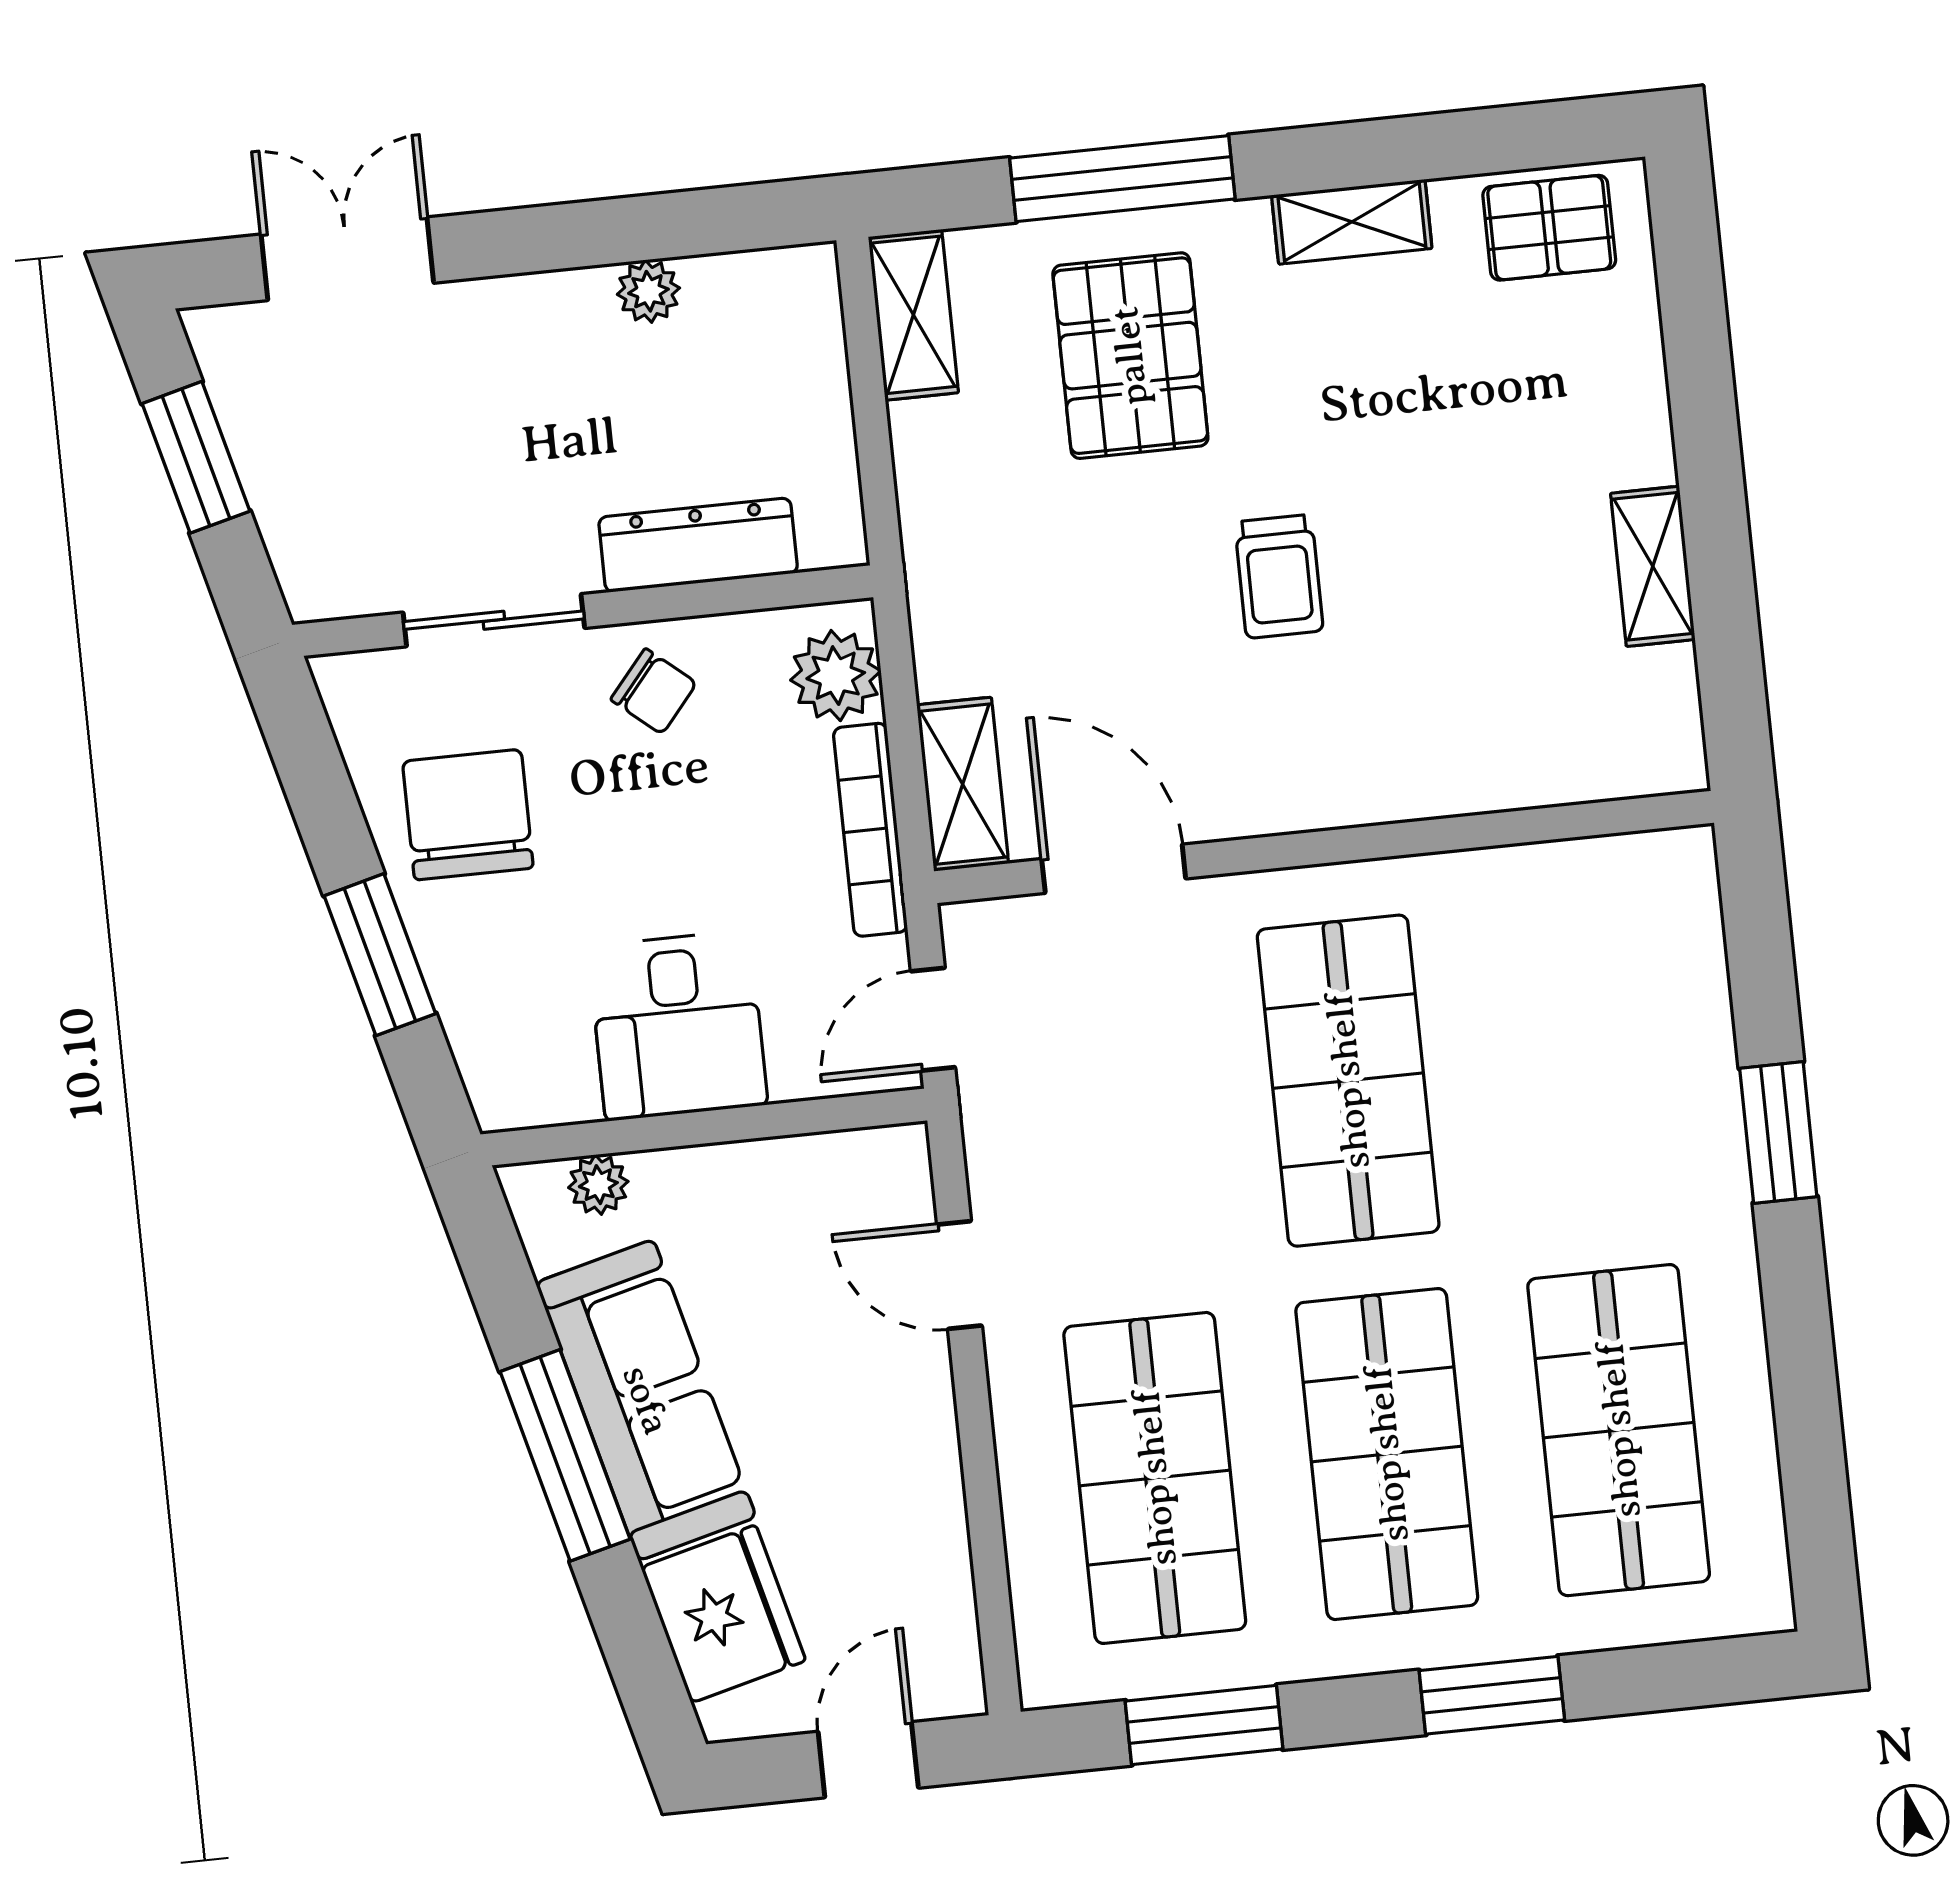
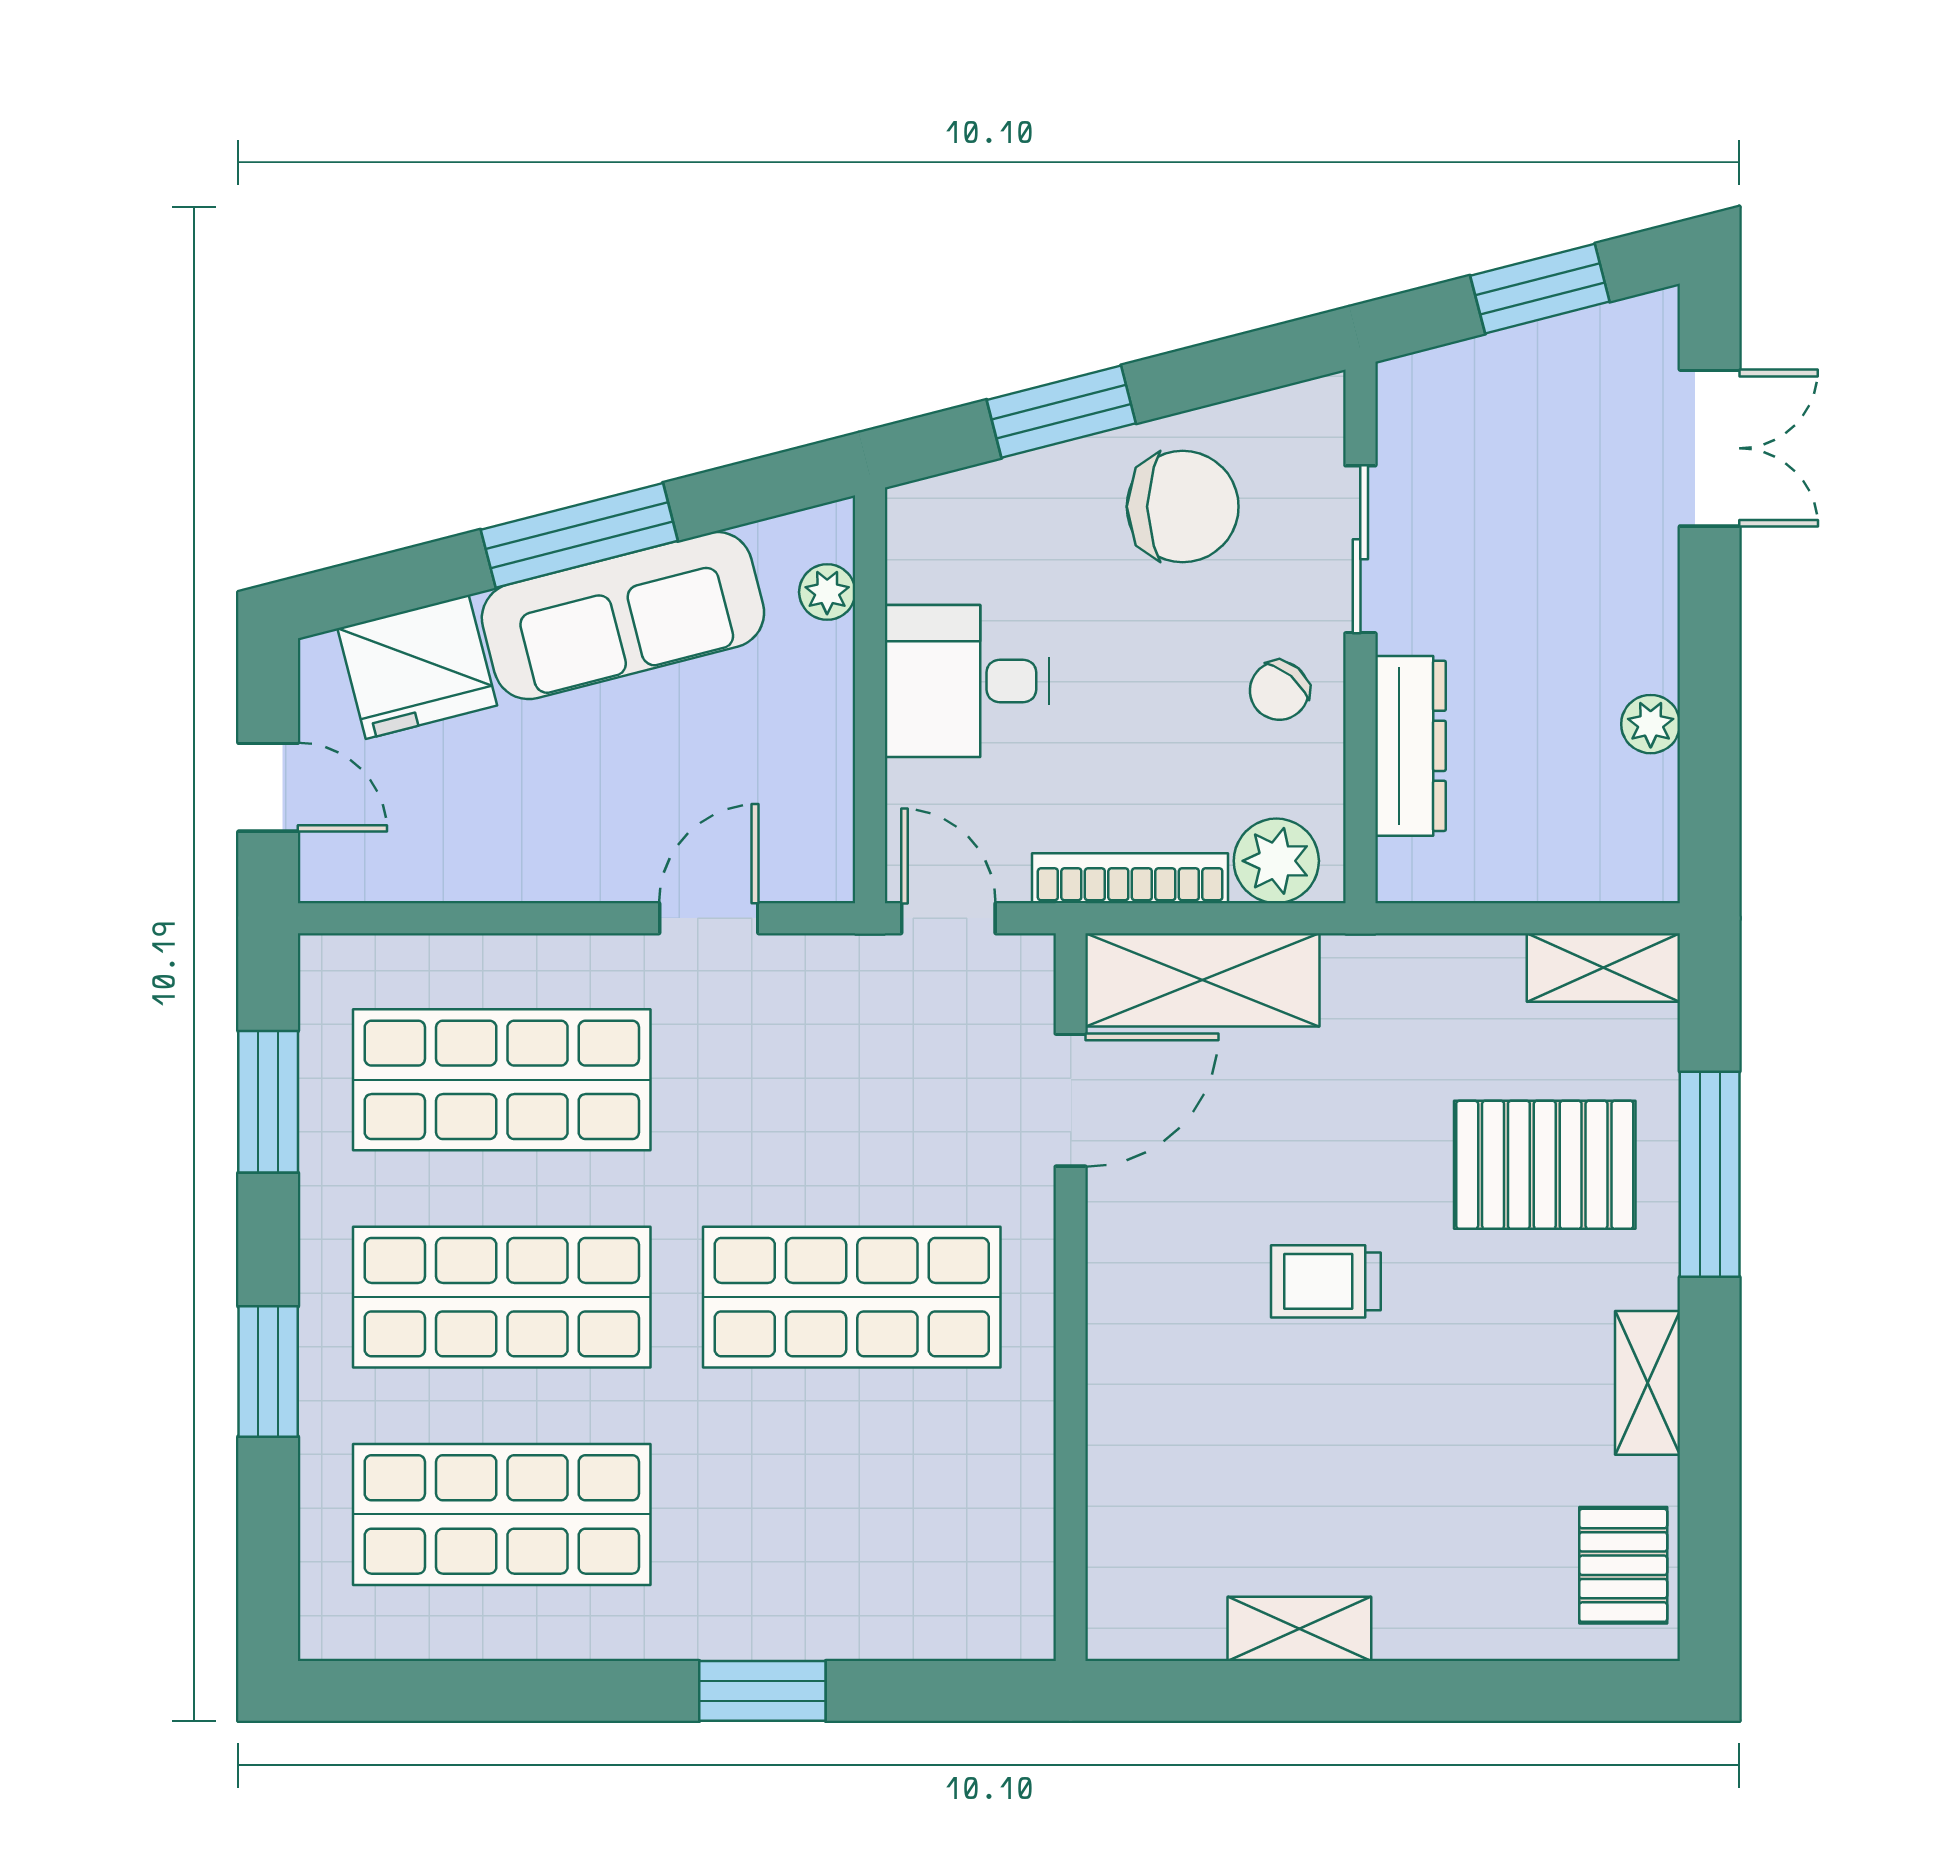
shelving: (963, 784) -> (1202, 980), width x1.50, depth x1.33

